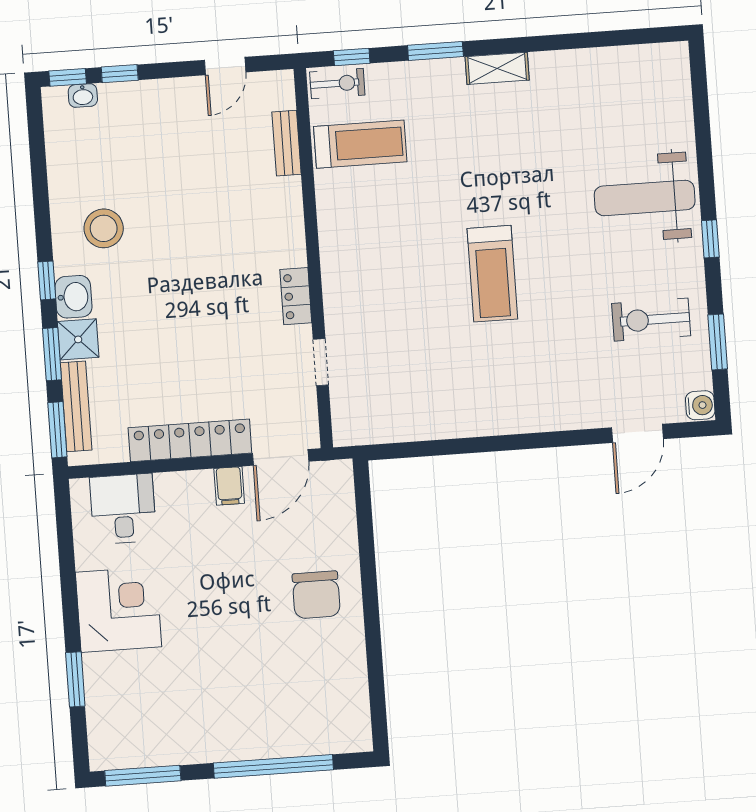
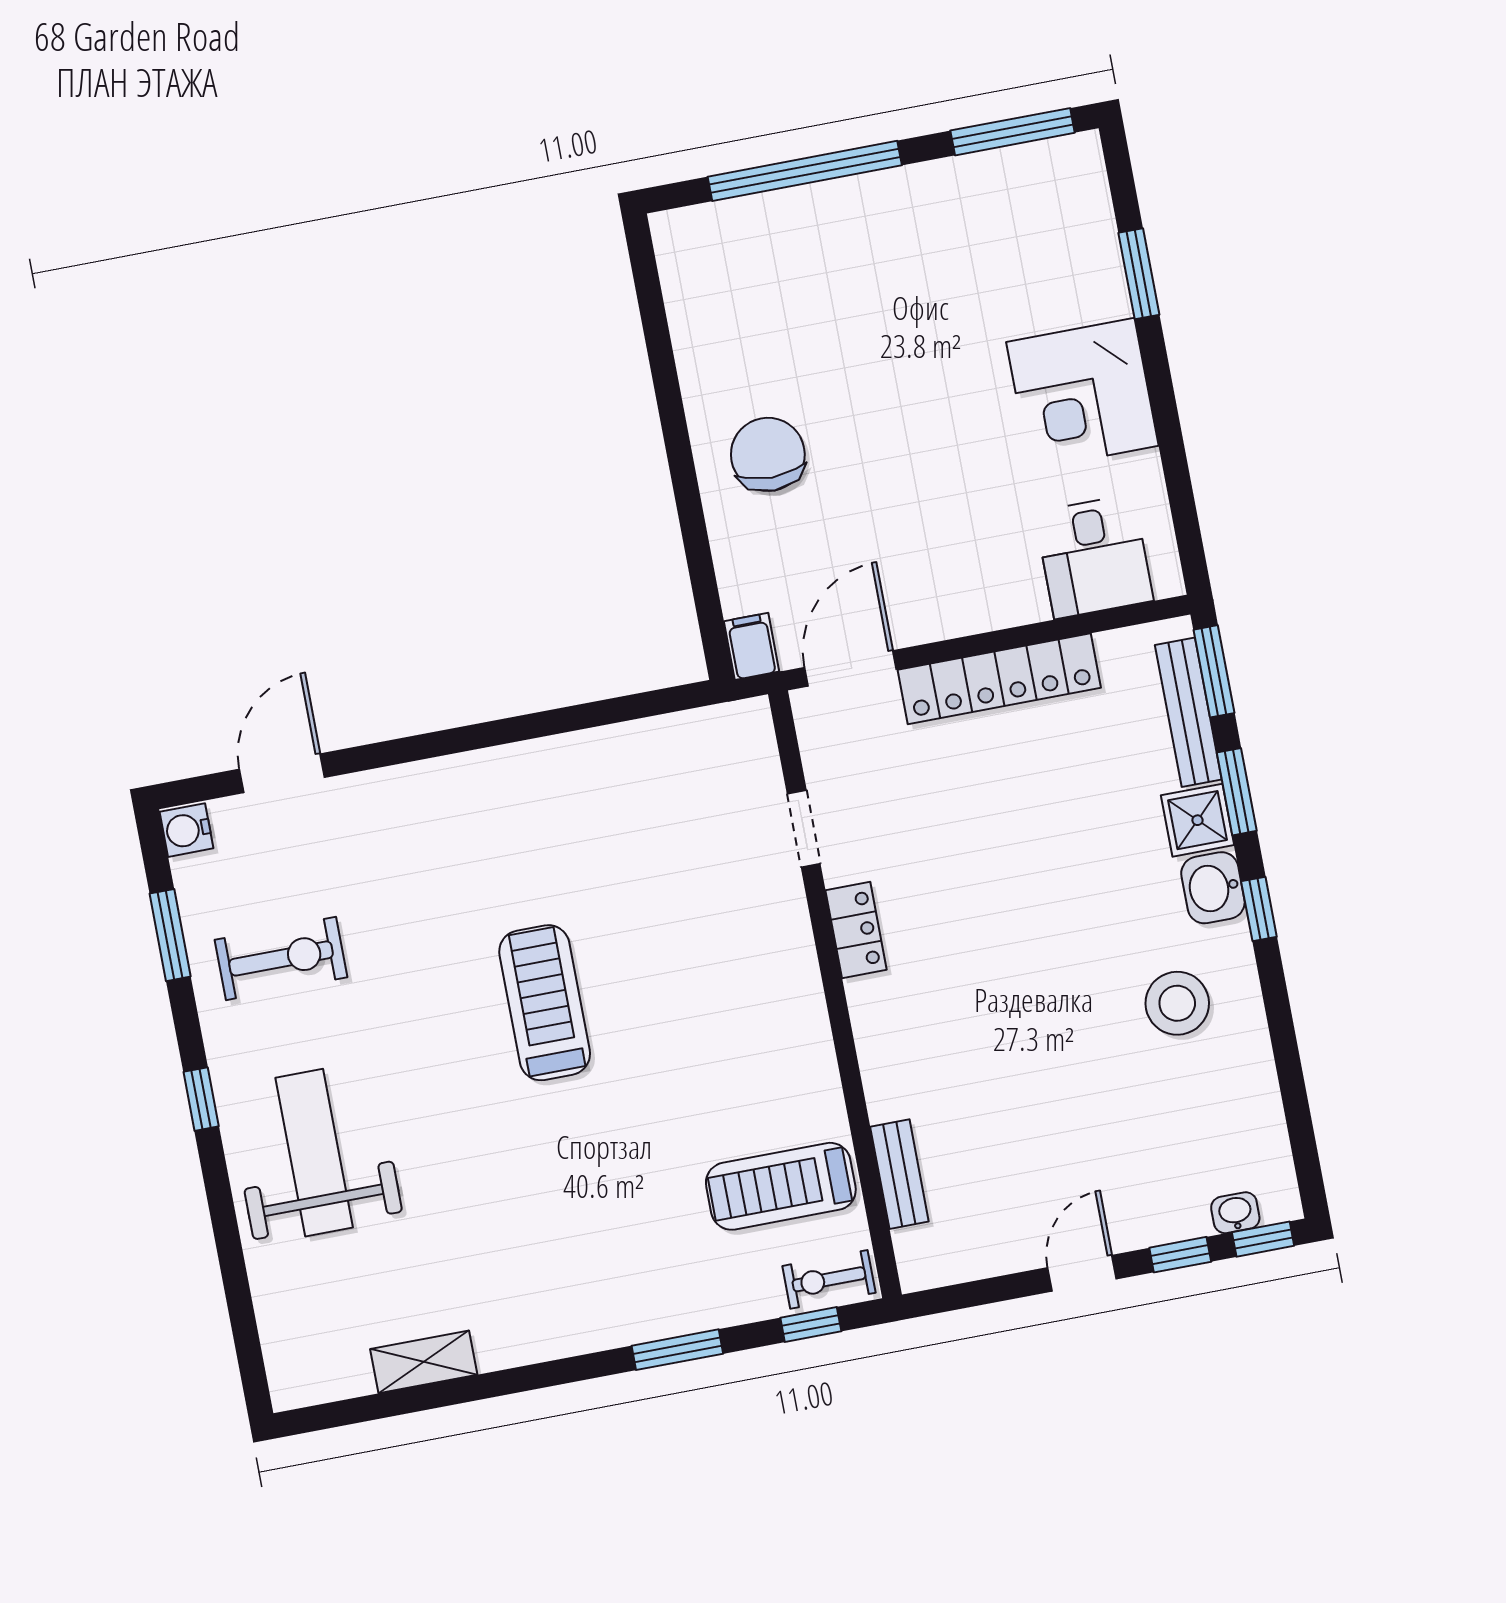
door: (225, 66) -> (1082, 1273), moved
shelving: (497, 68) -> (424, 1362), moved
weight bench: (645, 198) -> (314, 1153), turned -90
filing cabinet: (229, 486) -> (751, 646), moved

